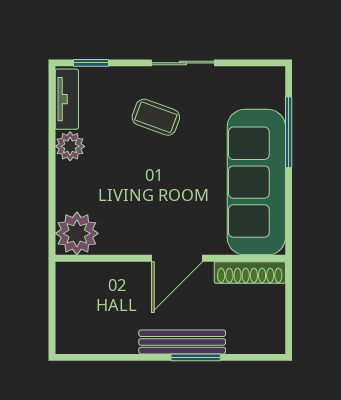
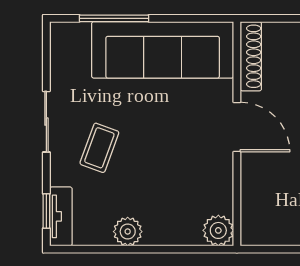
tv unit: (67, 99) -> (61, 216), moved, turned 90
plant: (77, 233) -> (218, 230), width x0.73, depth x0.73

